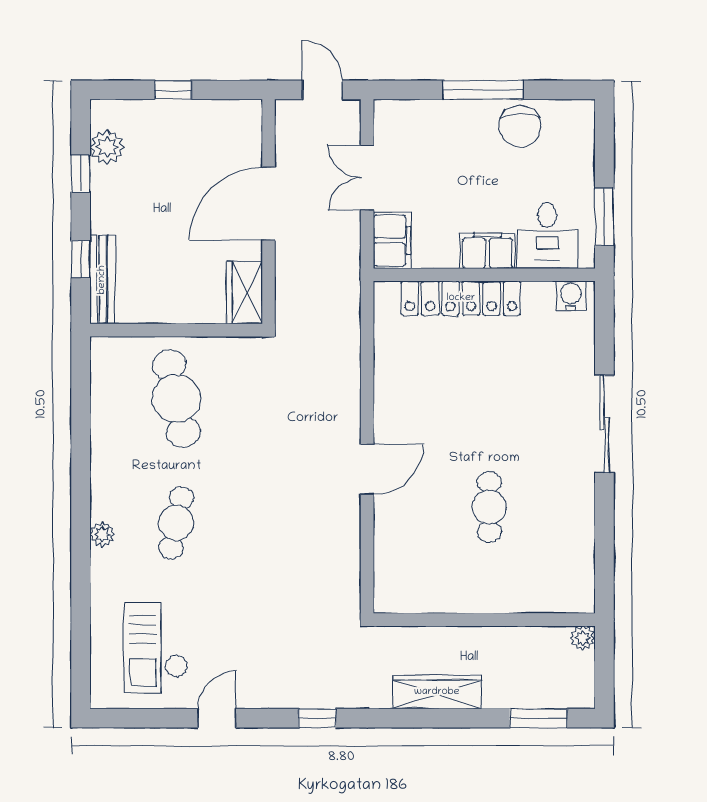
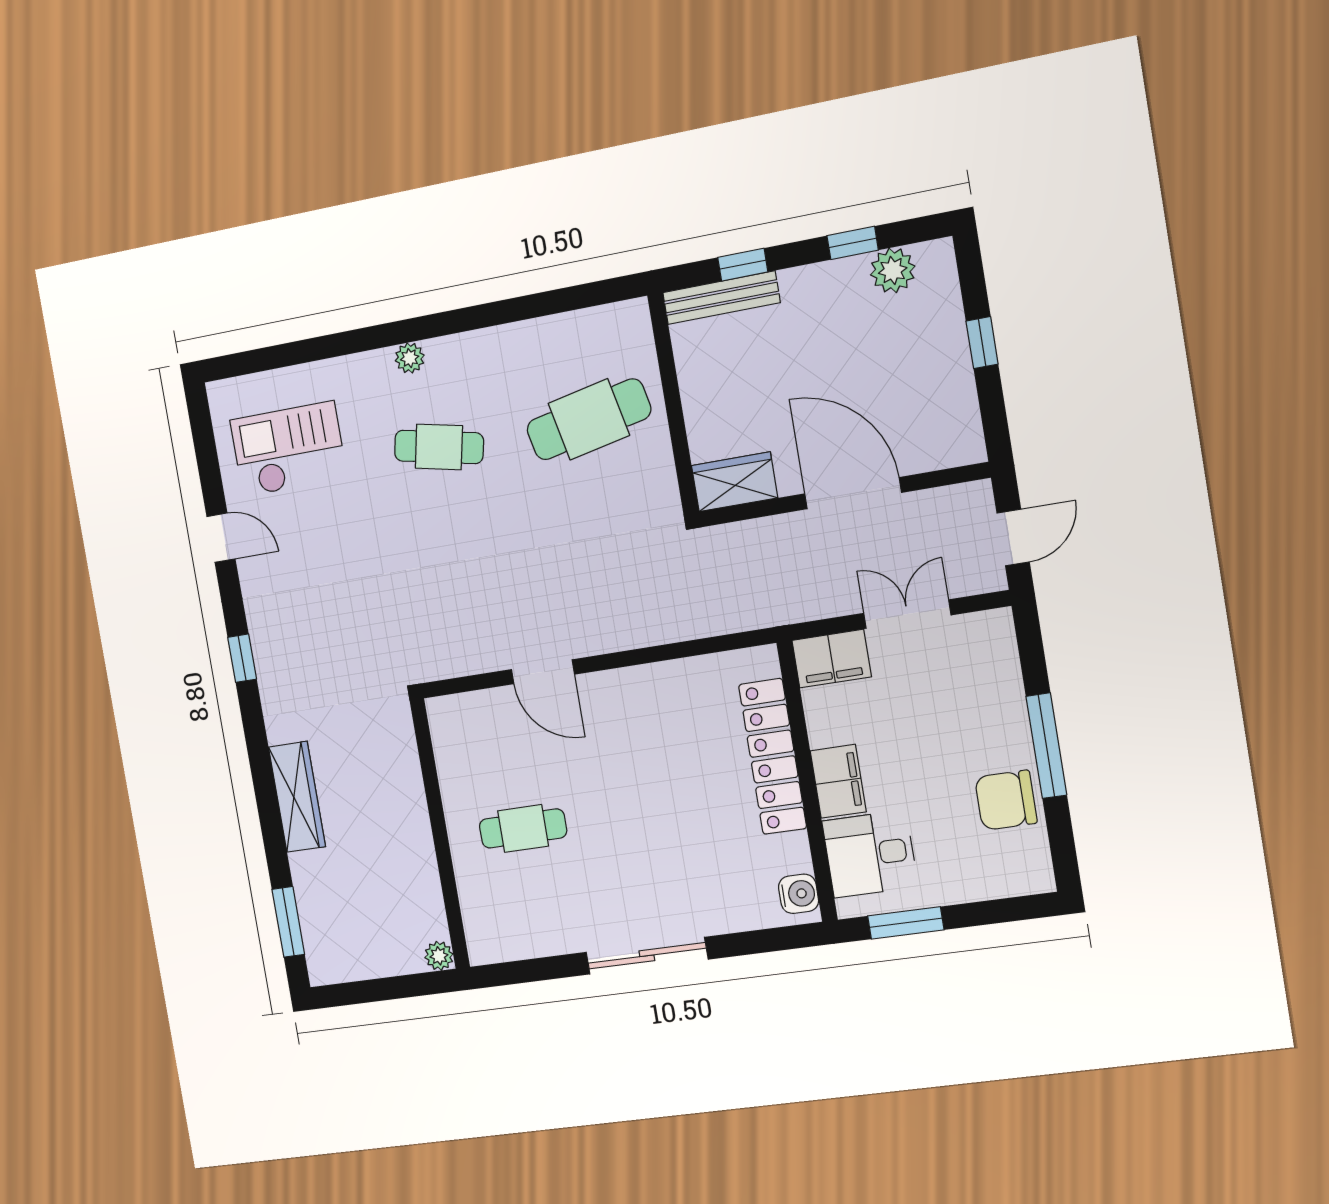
wall: (484, 620) -> (440, 834), moved
plant: (583, 638) -> (439, 956), moved

